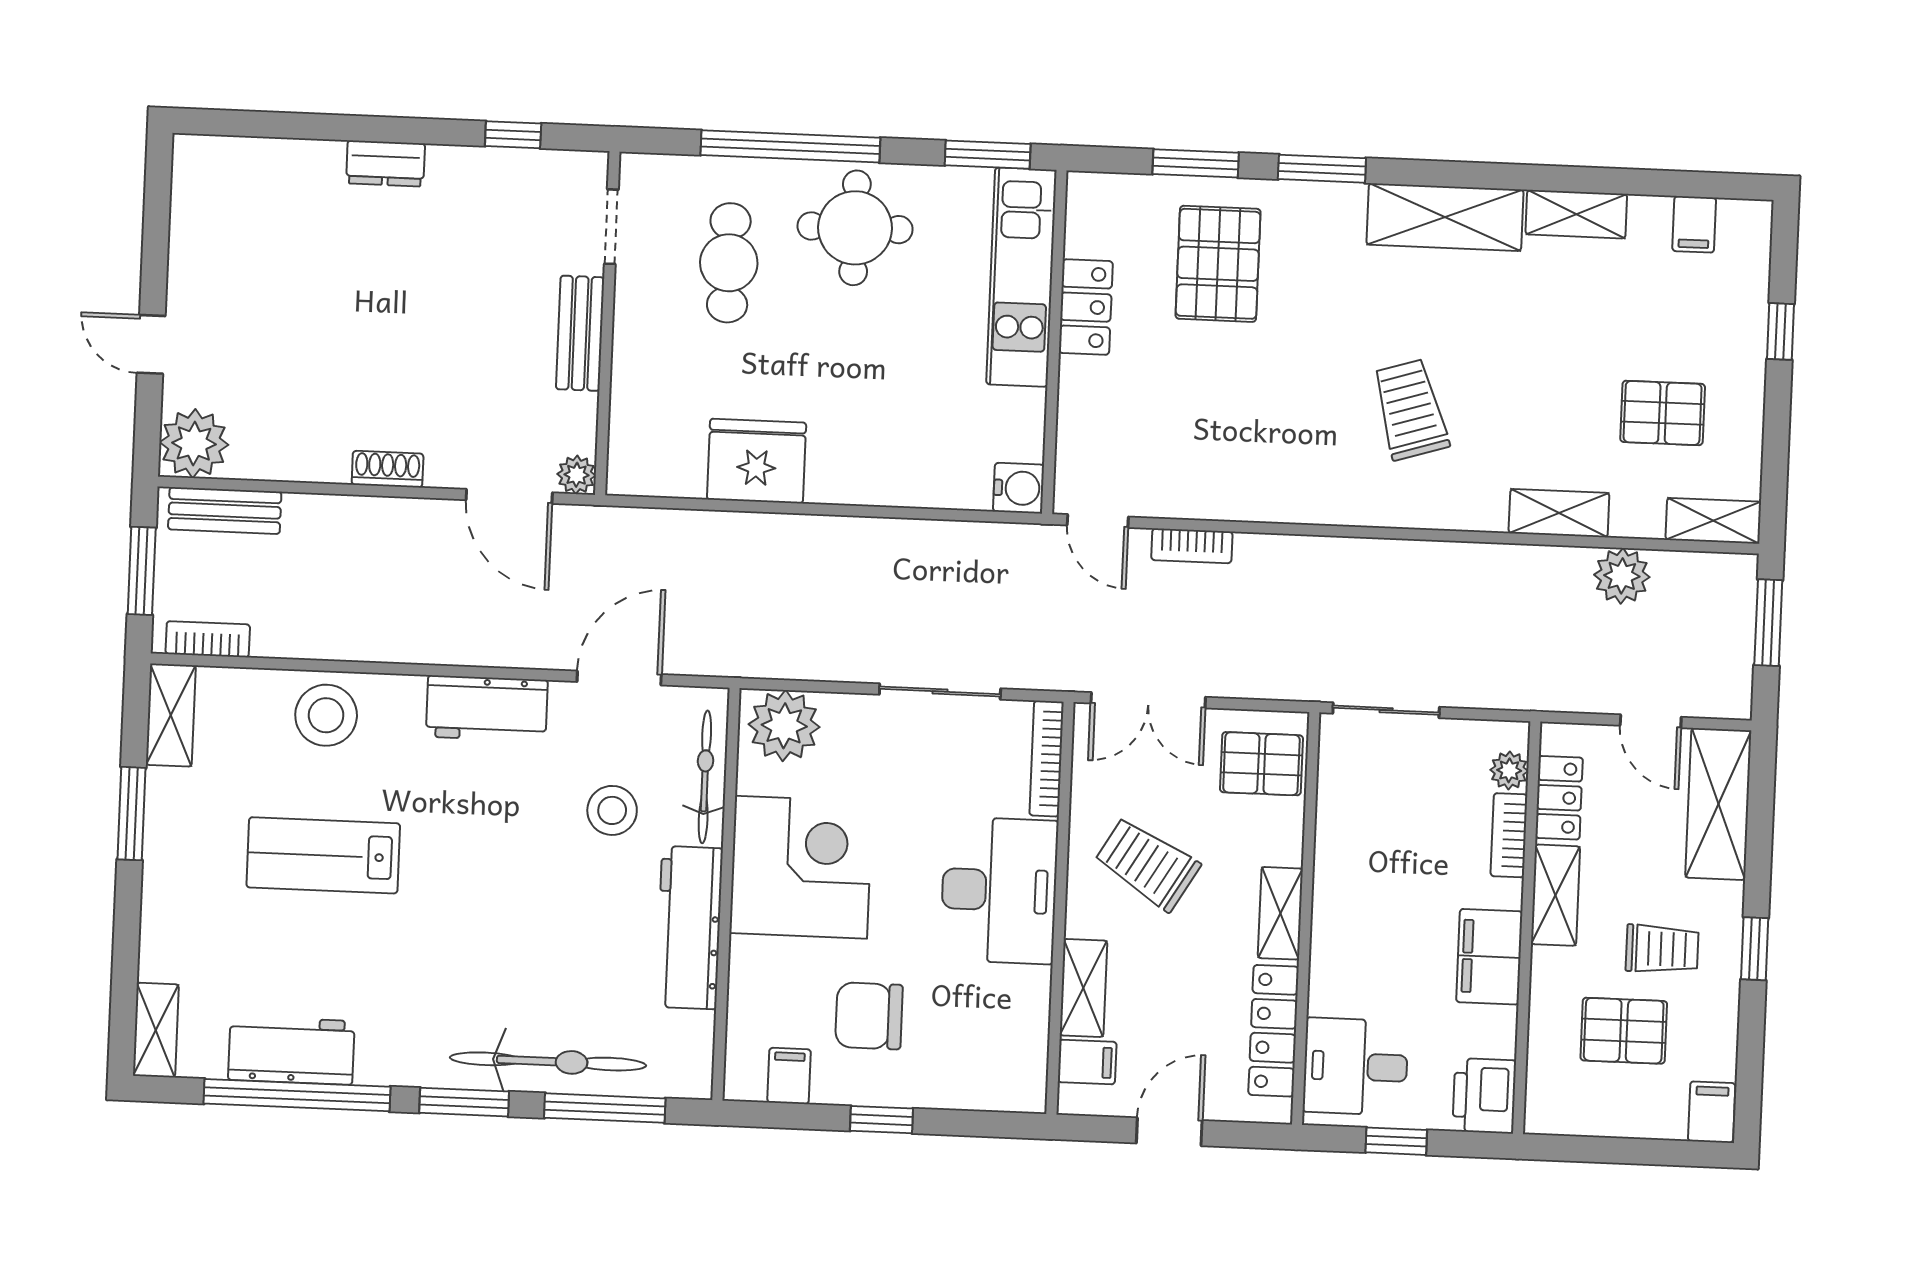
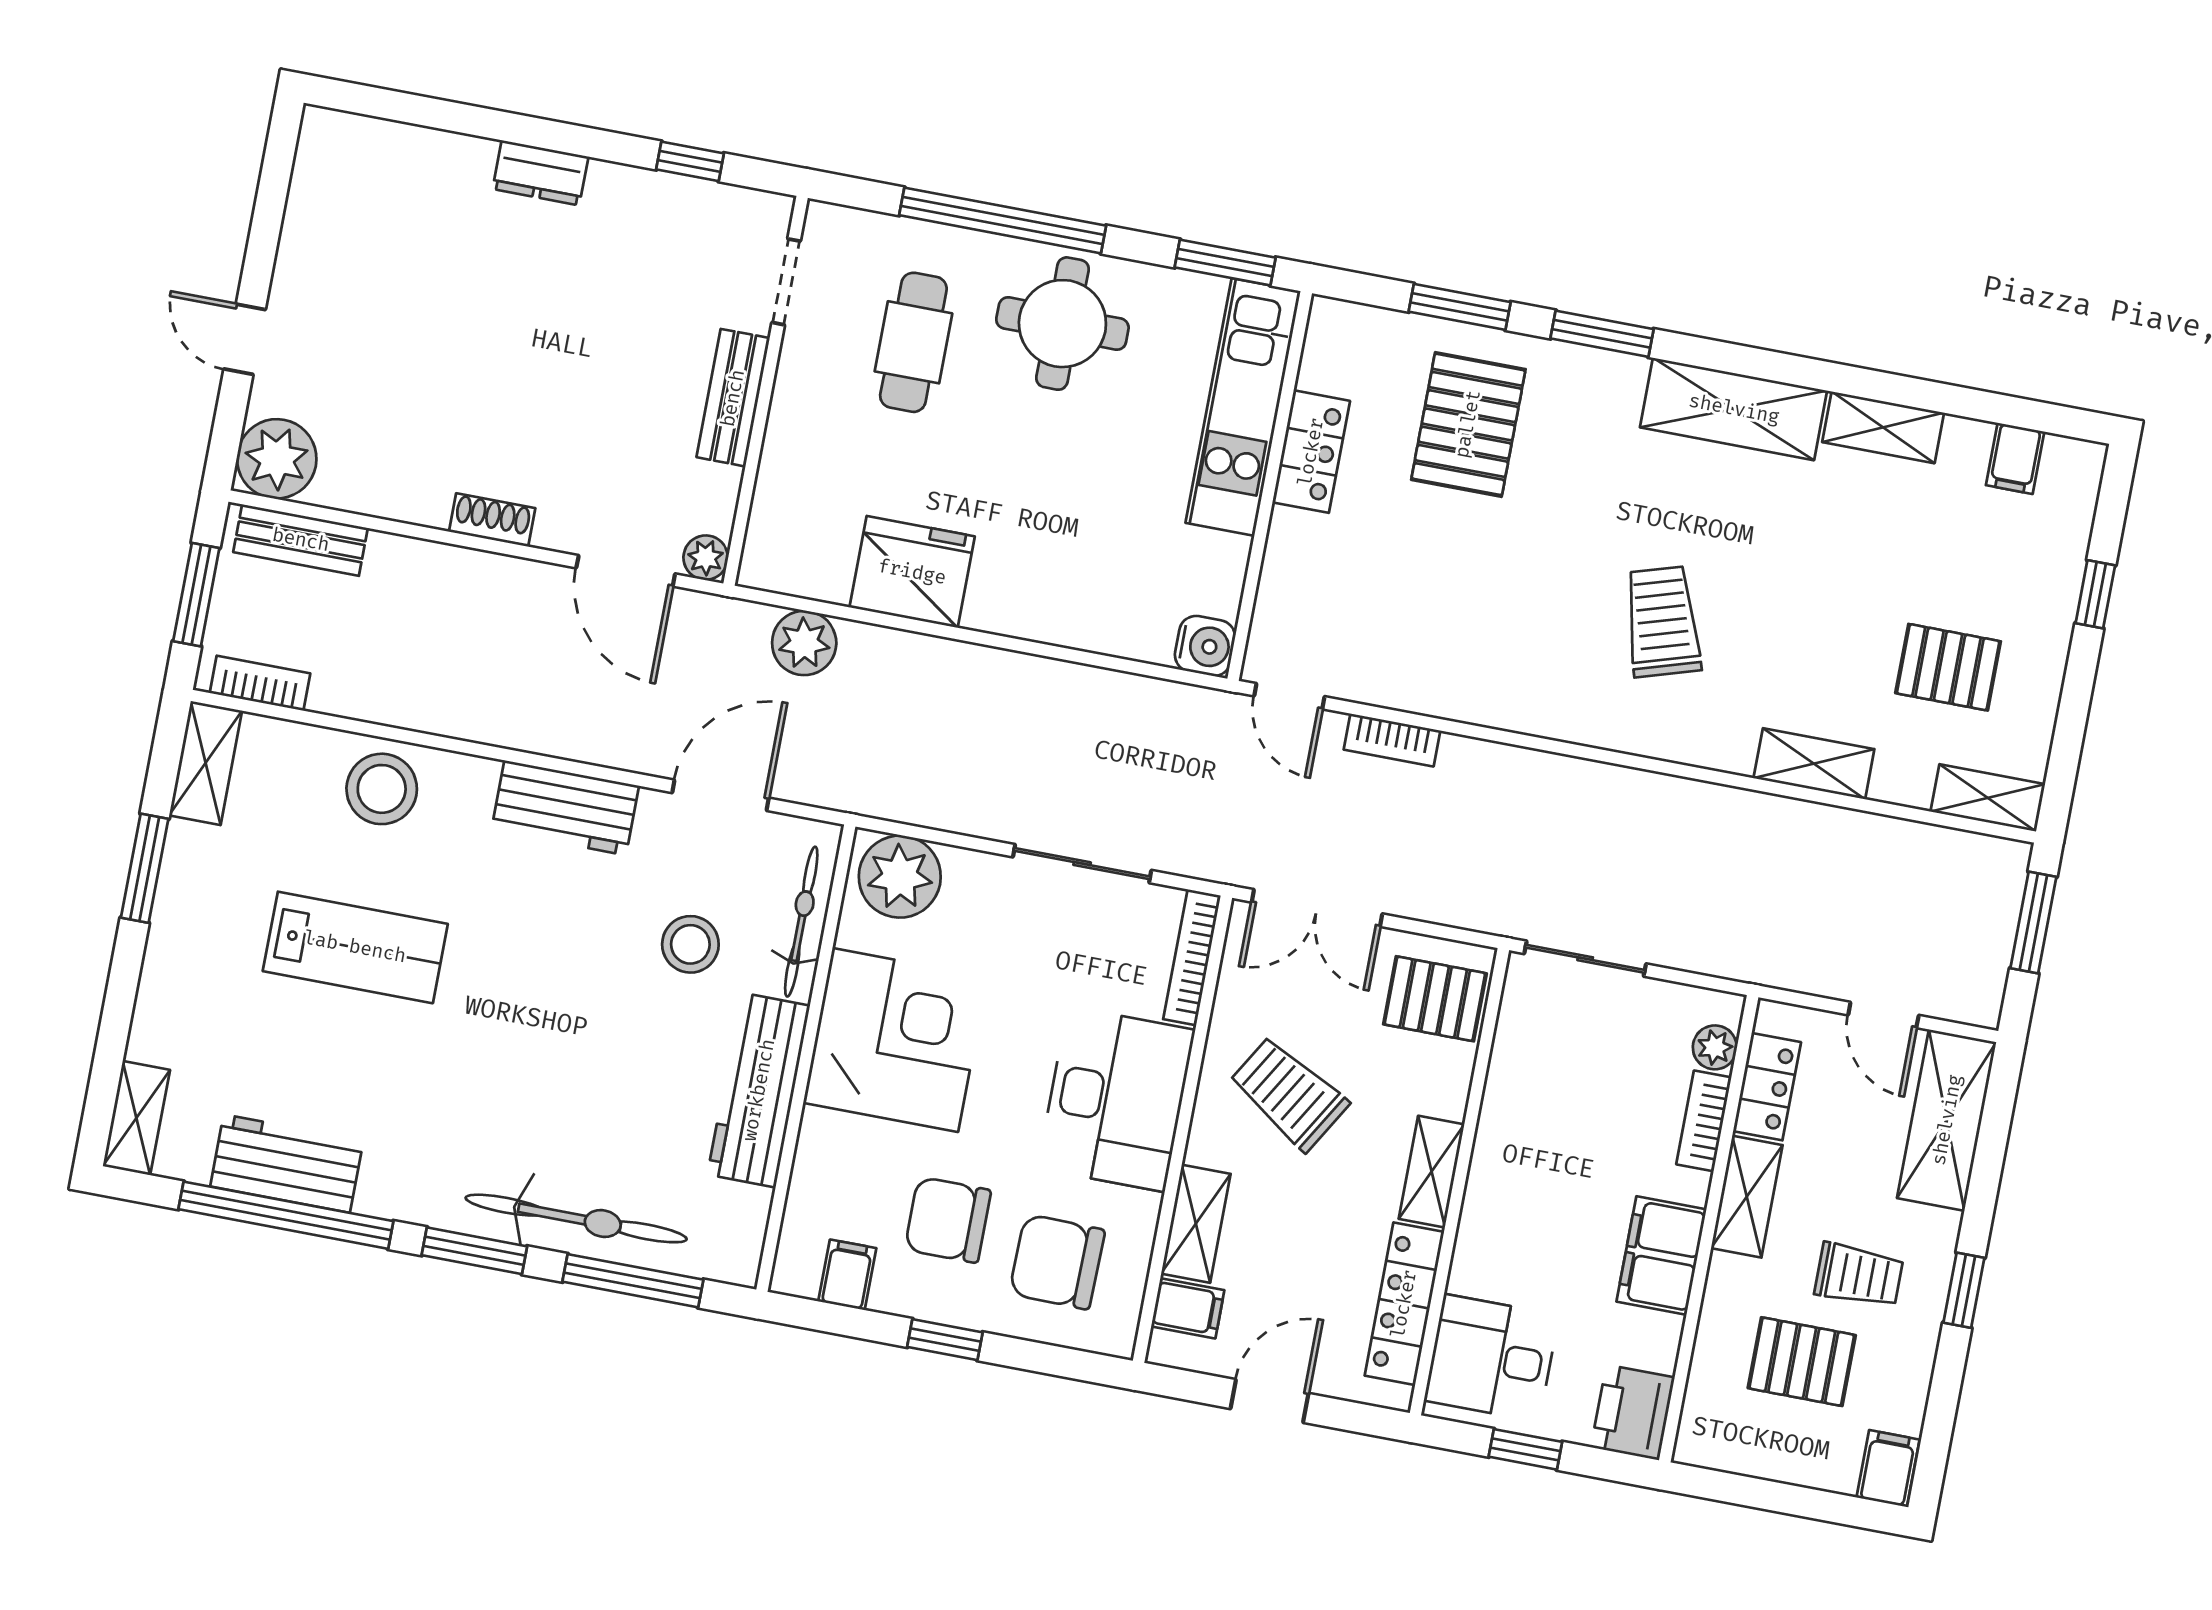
plant: (1622, 576) -> (804, 643), moved
lab bench: (323, 855) -> (355, 947), turned 180
chair: (968, 1038) -> (1057, 1262), added

